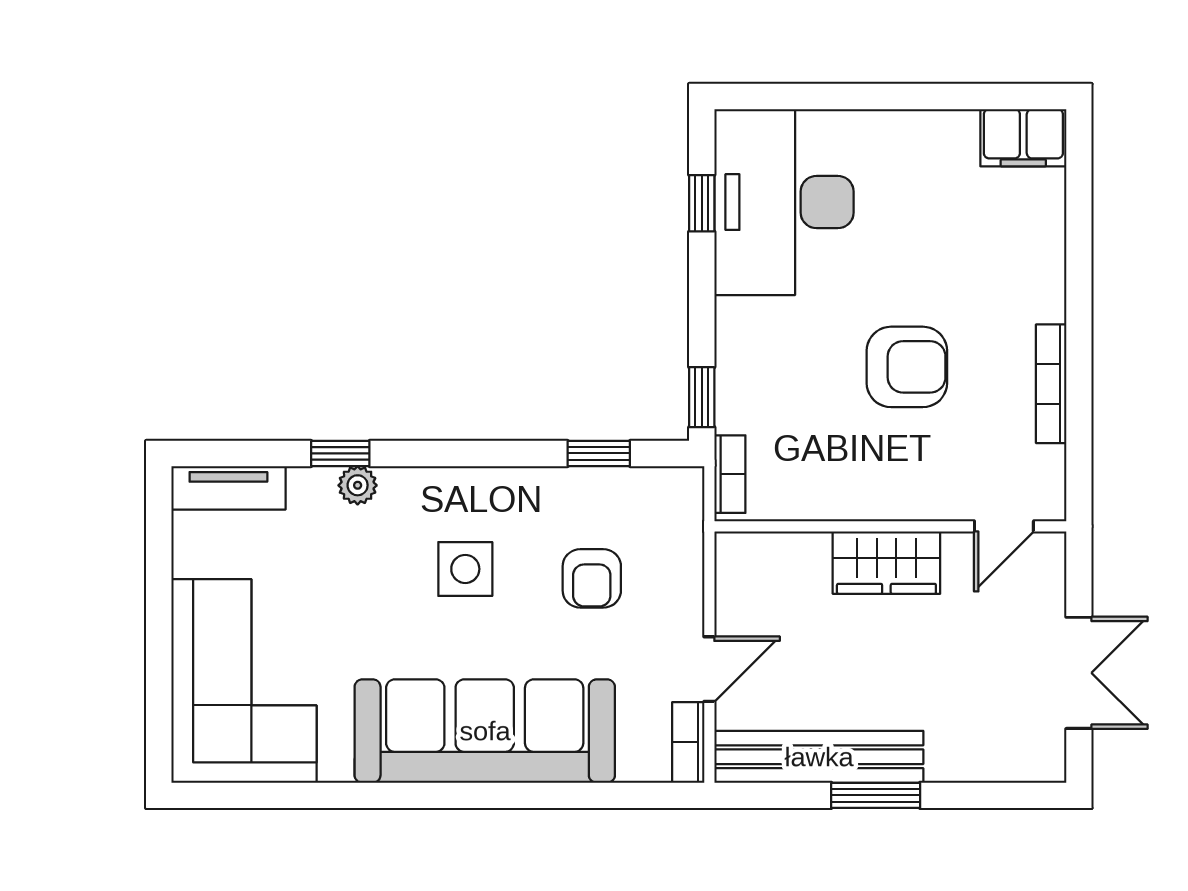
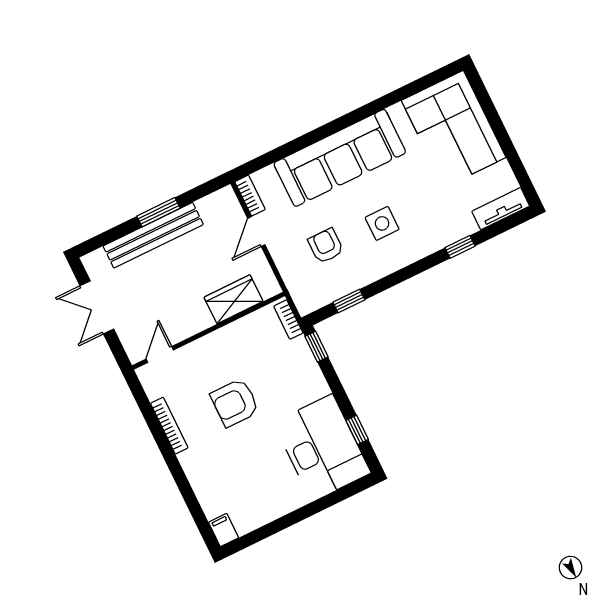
filing cabinet: (1023, 138) -> (224, 530), width x0.50
plant: (358, 485) -> (446, 237), removed
wardrobe: (886, 563) -> (234, 299), moved
bench: (819, 757) -> (153, 235), moved

